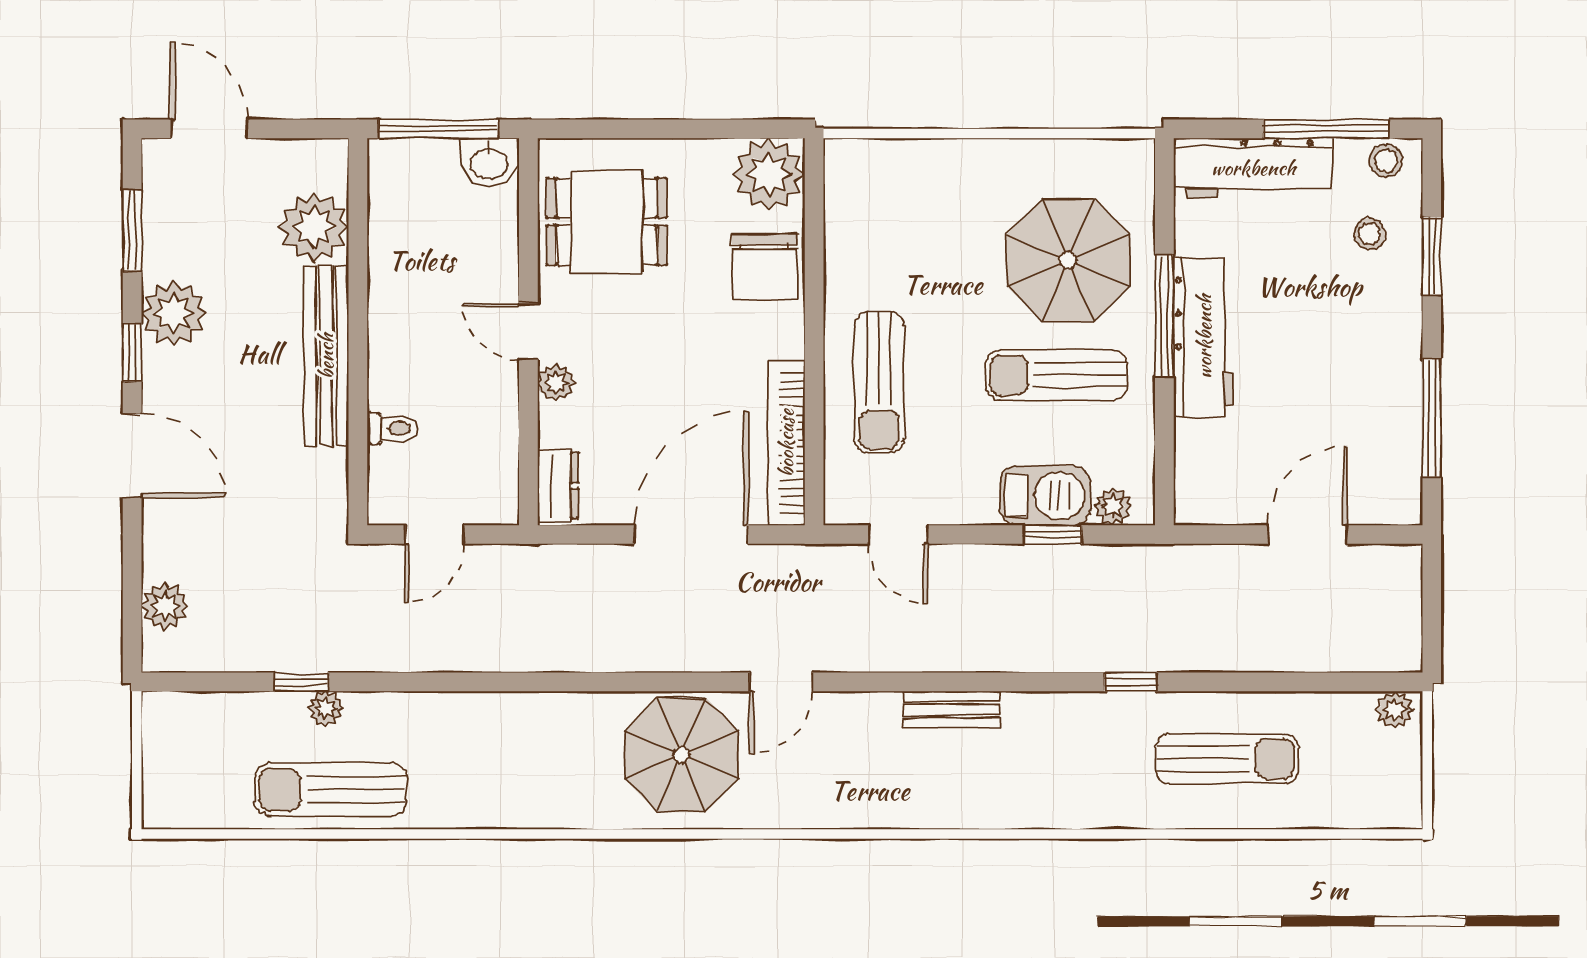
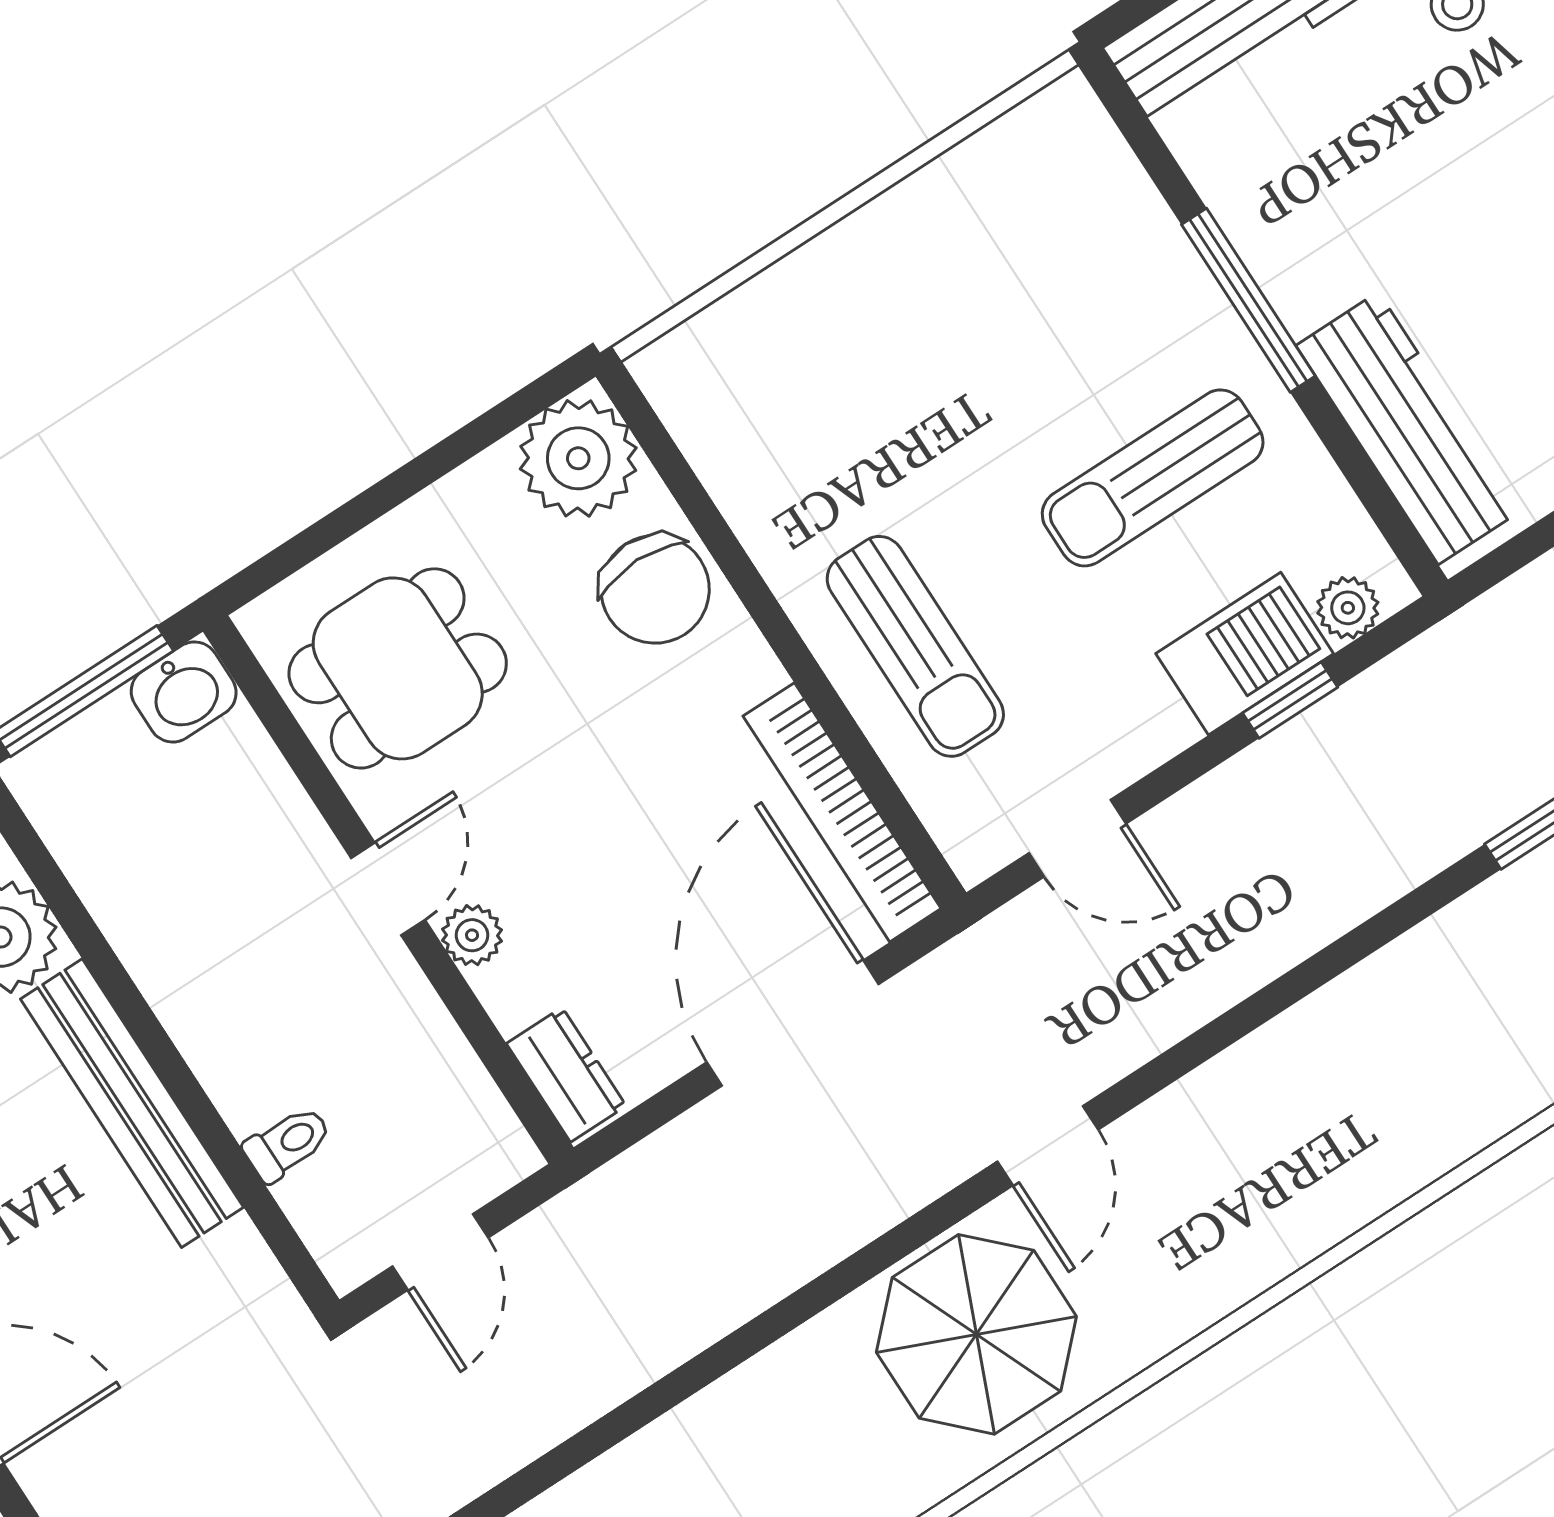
parasol: (1068, 260) -> (1066, 310), removed
door: (528, 331) -> (388, 889), swing flipped
workbench: (1204, 337) -> (1408, 428), moved
bench: (952, 710) -> (1308, 1031), removed

